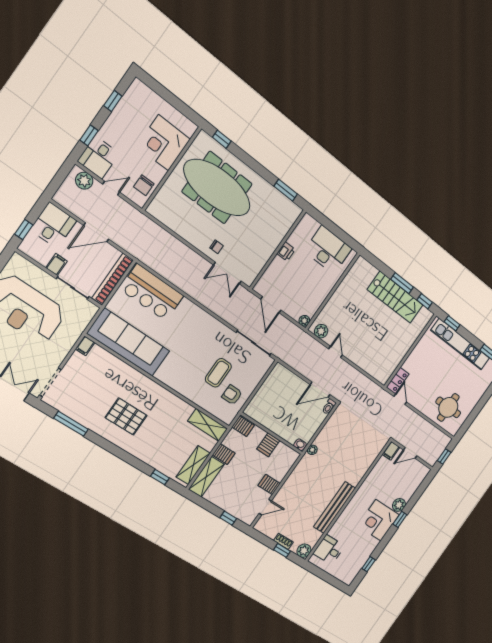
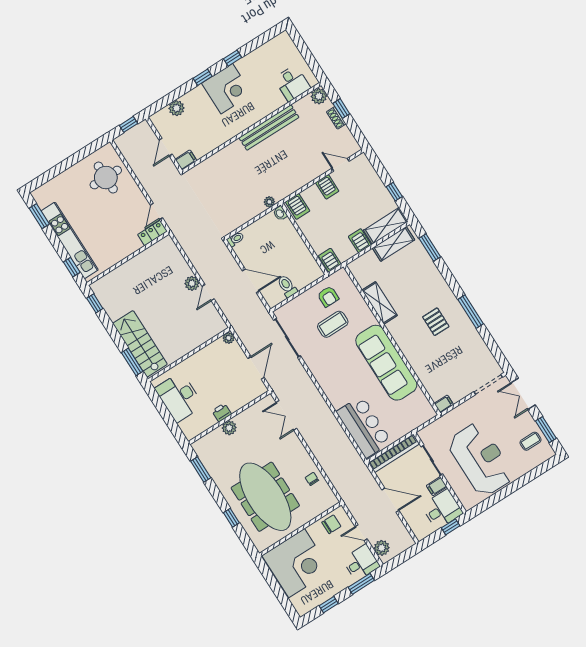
window: (89, 135) -> (361, 584), width x1.50
window: (222, 139) -> (231, 518), moved
corner desk: (164, 143) -> (297, 563), width x1.36, depth x1.36
desk: (53, 225) -> (442, 509), moved, turned 180
plant: (274, 240) -> (229, 428), added
chair: (217, 247) -> (312, 479), moved
double door: (227, 273) -> (286, 415), swing flipped
window: (402, 283) -> (132, 362), moved
stairs: (395, 297) -> (140, 344), moved
plant: (321, 331) -> (192, 283), moved
sofa: (129, 342) -> (386, 363), moved
toilet: (271, 388) -> (287, 286), added
door: (320, 390) -> (251, 281), moved
pallet: (126, 417) -> (436, 322), width x0.67, depth x0.71
window: (71, 424) -> (471, 312), moved
shelving: (208, 425) -> (380, 303), moved
server rack: (268, 445) -> (298, 206), moved, turned 90
door: (410, 453) -> (166, 147), swing flipped
window: (160, 477) -> (430, 247), width x1.50
plant: (399, 505) -> (177, 108), moved
window: (228, 518) -> (394, 192), moved
window: (369, 564) -> (233, 58), moved

